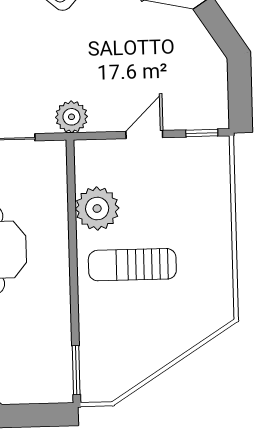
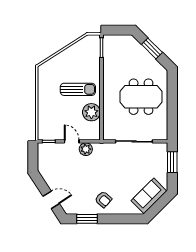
plant: (71, 117) -> (86, 149), moved
door: (144, 134) -> (72, 141), swing flipped

